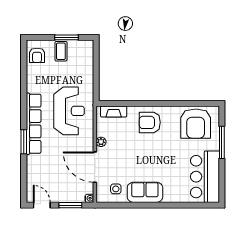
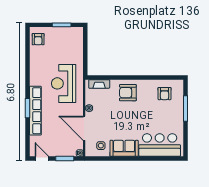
coffee table: (61, 51) -> (57, 36), removed
reception desk: (69, 111) -> (64, 83), turned 180
row of seats: (34, 124) -> (35, 111), moved
armchair: (196, 124) -> (164, 94), width x0.53, depth x0.53
bar counter: (205, 177) -> (160, 145), moved, turned 90

